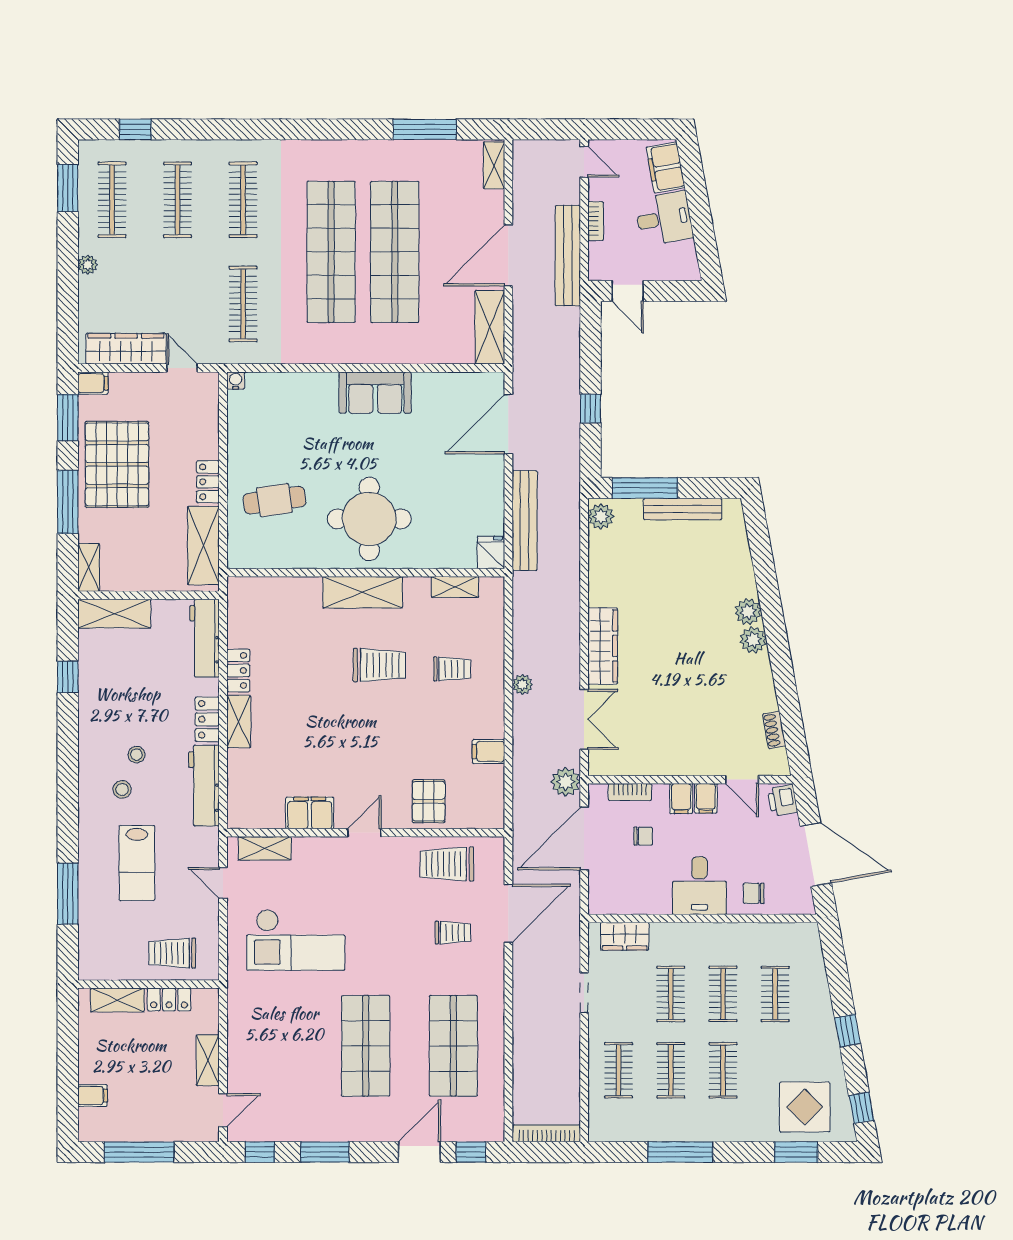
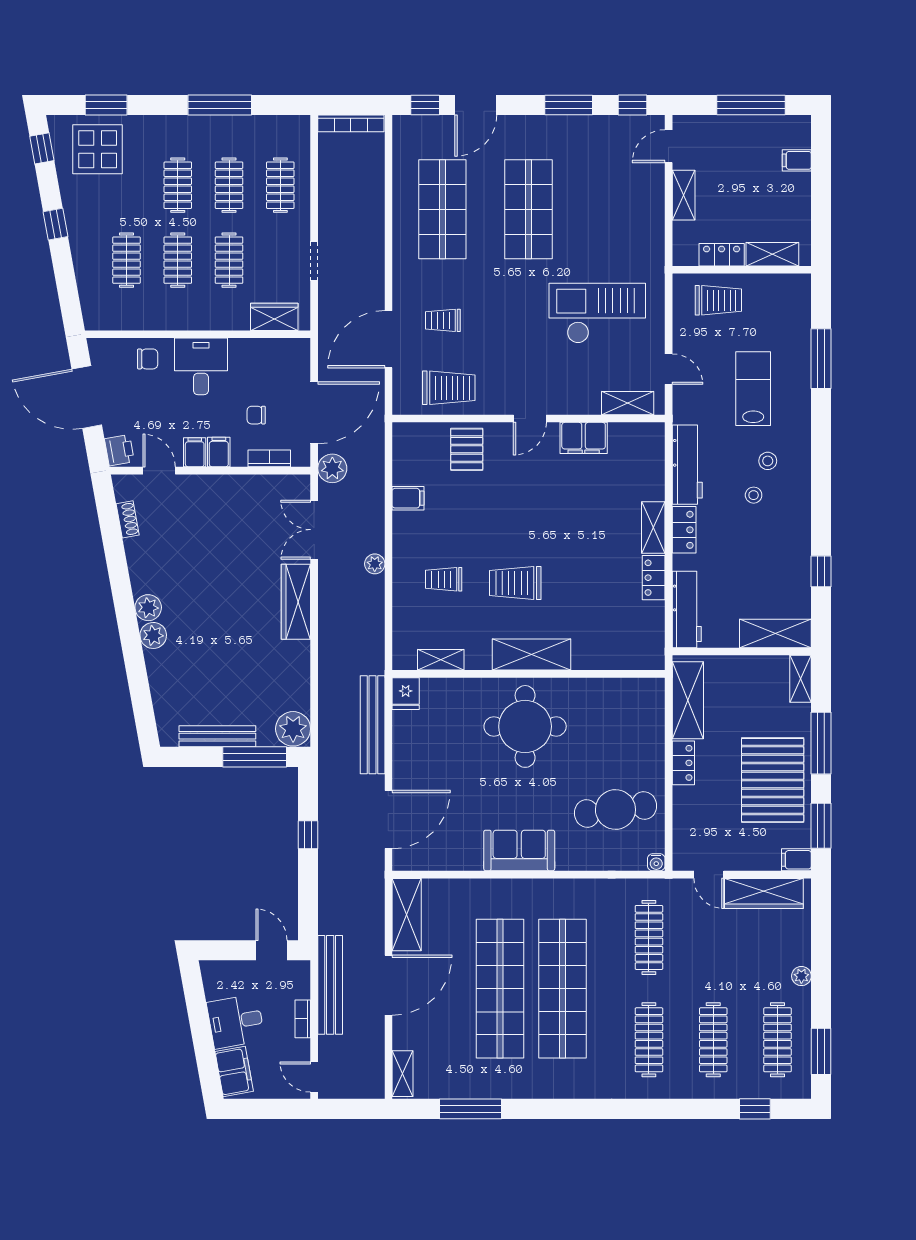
cafe table: (274, 500) -> (615, 810), moved, width x1.37, depth x1.35
plant: (601, 516) -> (293, 729), width x1.36, depth x1.36

